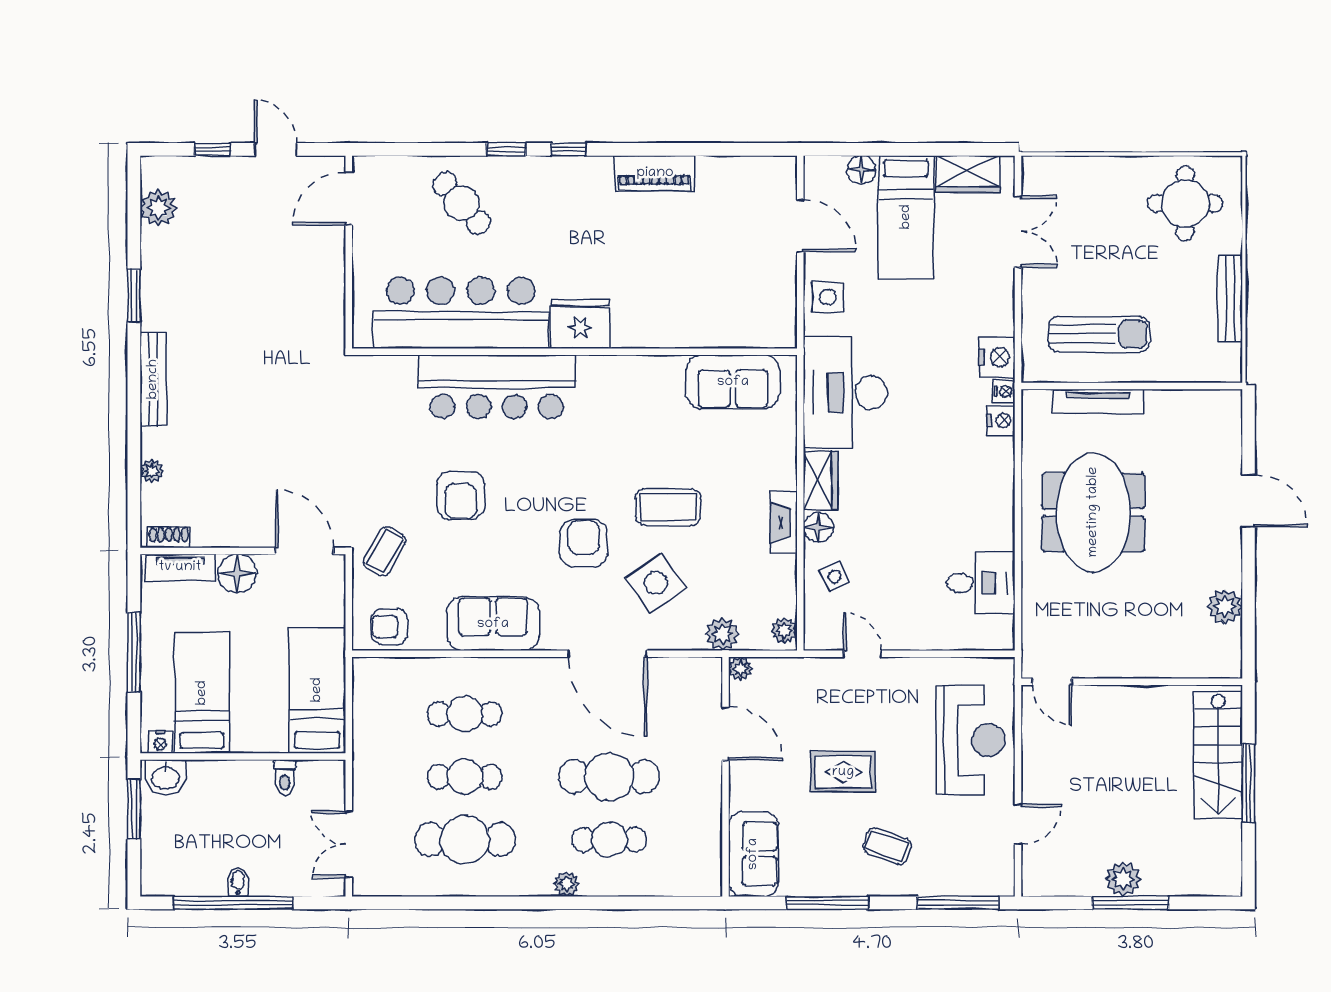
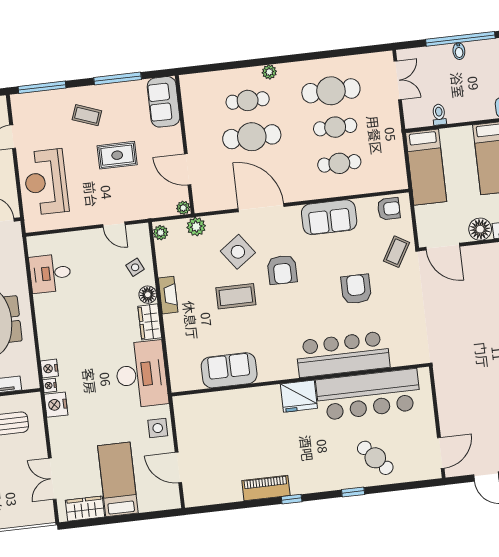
window: (568, 149) -> (292, 499), moved
floor lamp: (861, 170) -> (147, 504), removed
sofa: (733, 382) -> (229, 370), moved

